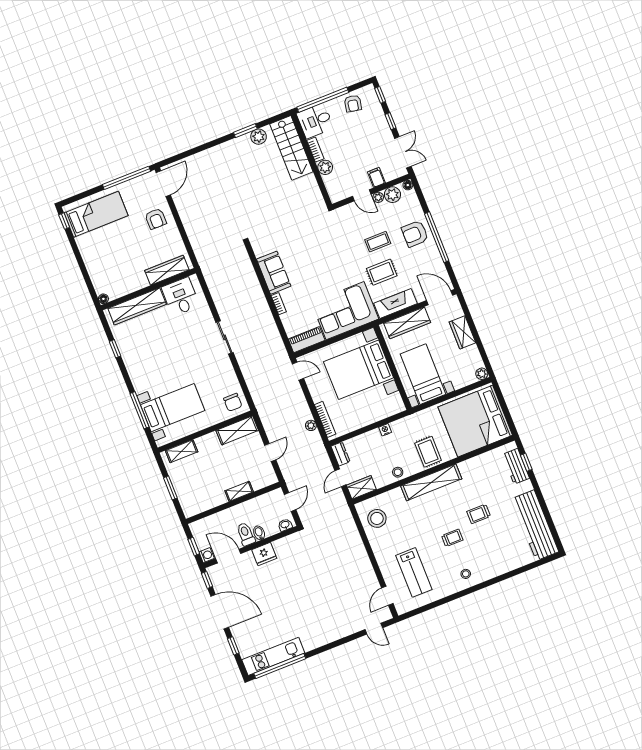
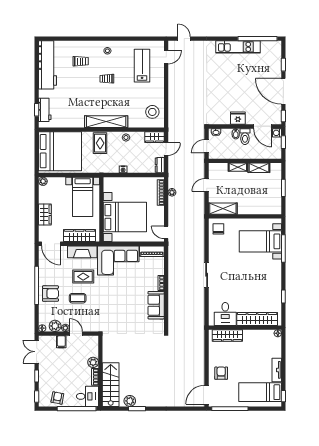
tv unit: (86, 251) -> (277, 370), added
shelving: (182, 451) -> (259, 168), moved
trolley: (479, 514) -> (81, 61), moved
kitchen unit: (273, 656) -> (238, 47), moved

